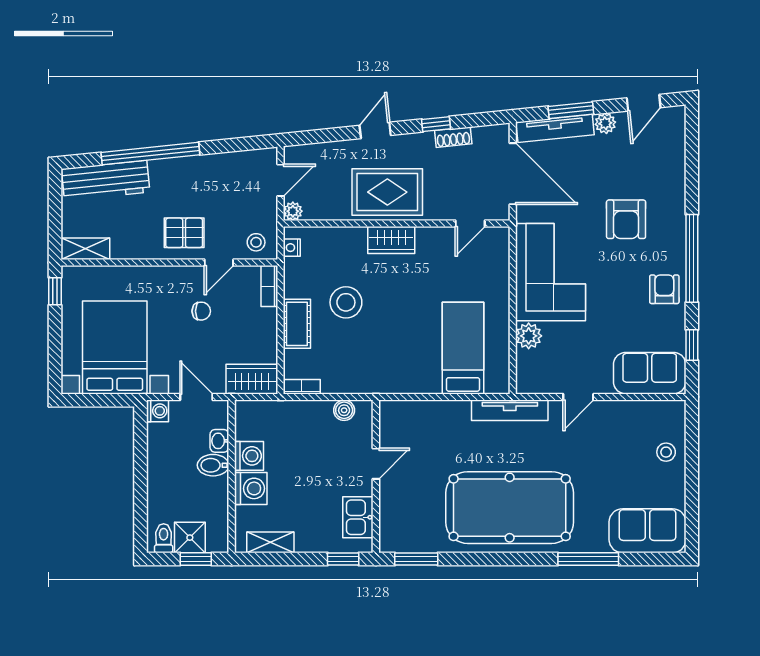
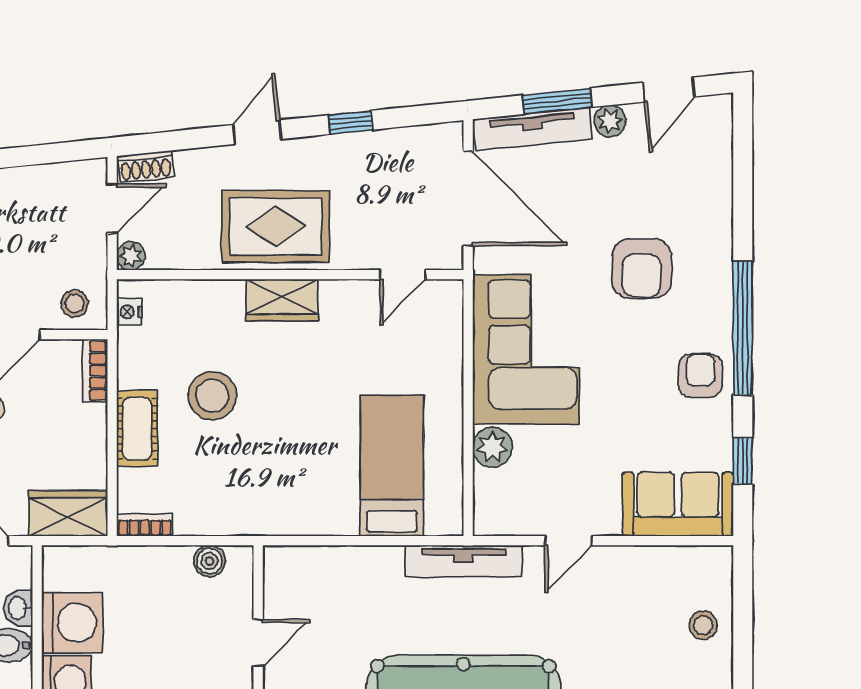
shoe rack: (453, 137) -> (146, 166), moved
washing machine: (249, 456) -> (72, 623), width x1.37, depth x1.37

